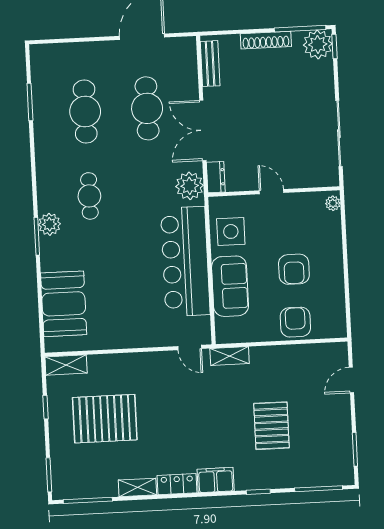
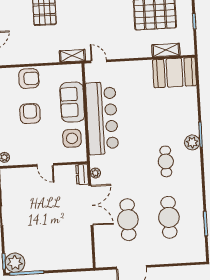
shoe rack: (266, 40) -> (49, 265), removed
bench: (210, 64) -> (86, 250), removed
plant: (190, 186) -> (95, 173), width x0.53, depth x0.53
booth: (64, 304) -> (175, 73), moved, turned 90
armchair: (295, 322) -> (29, 79), turned -90
shelving: (66, 365) -> (166, 50), moved

